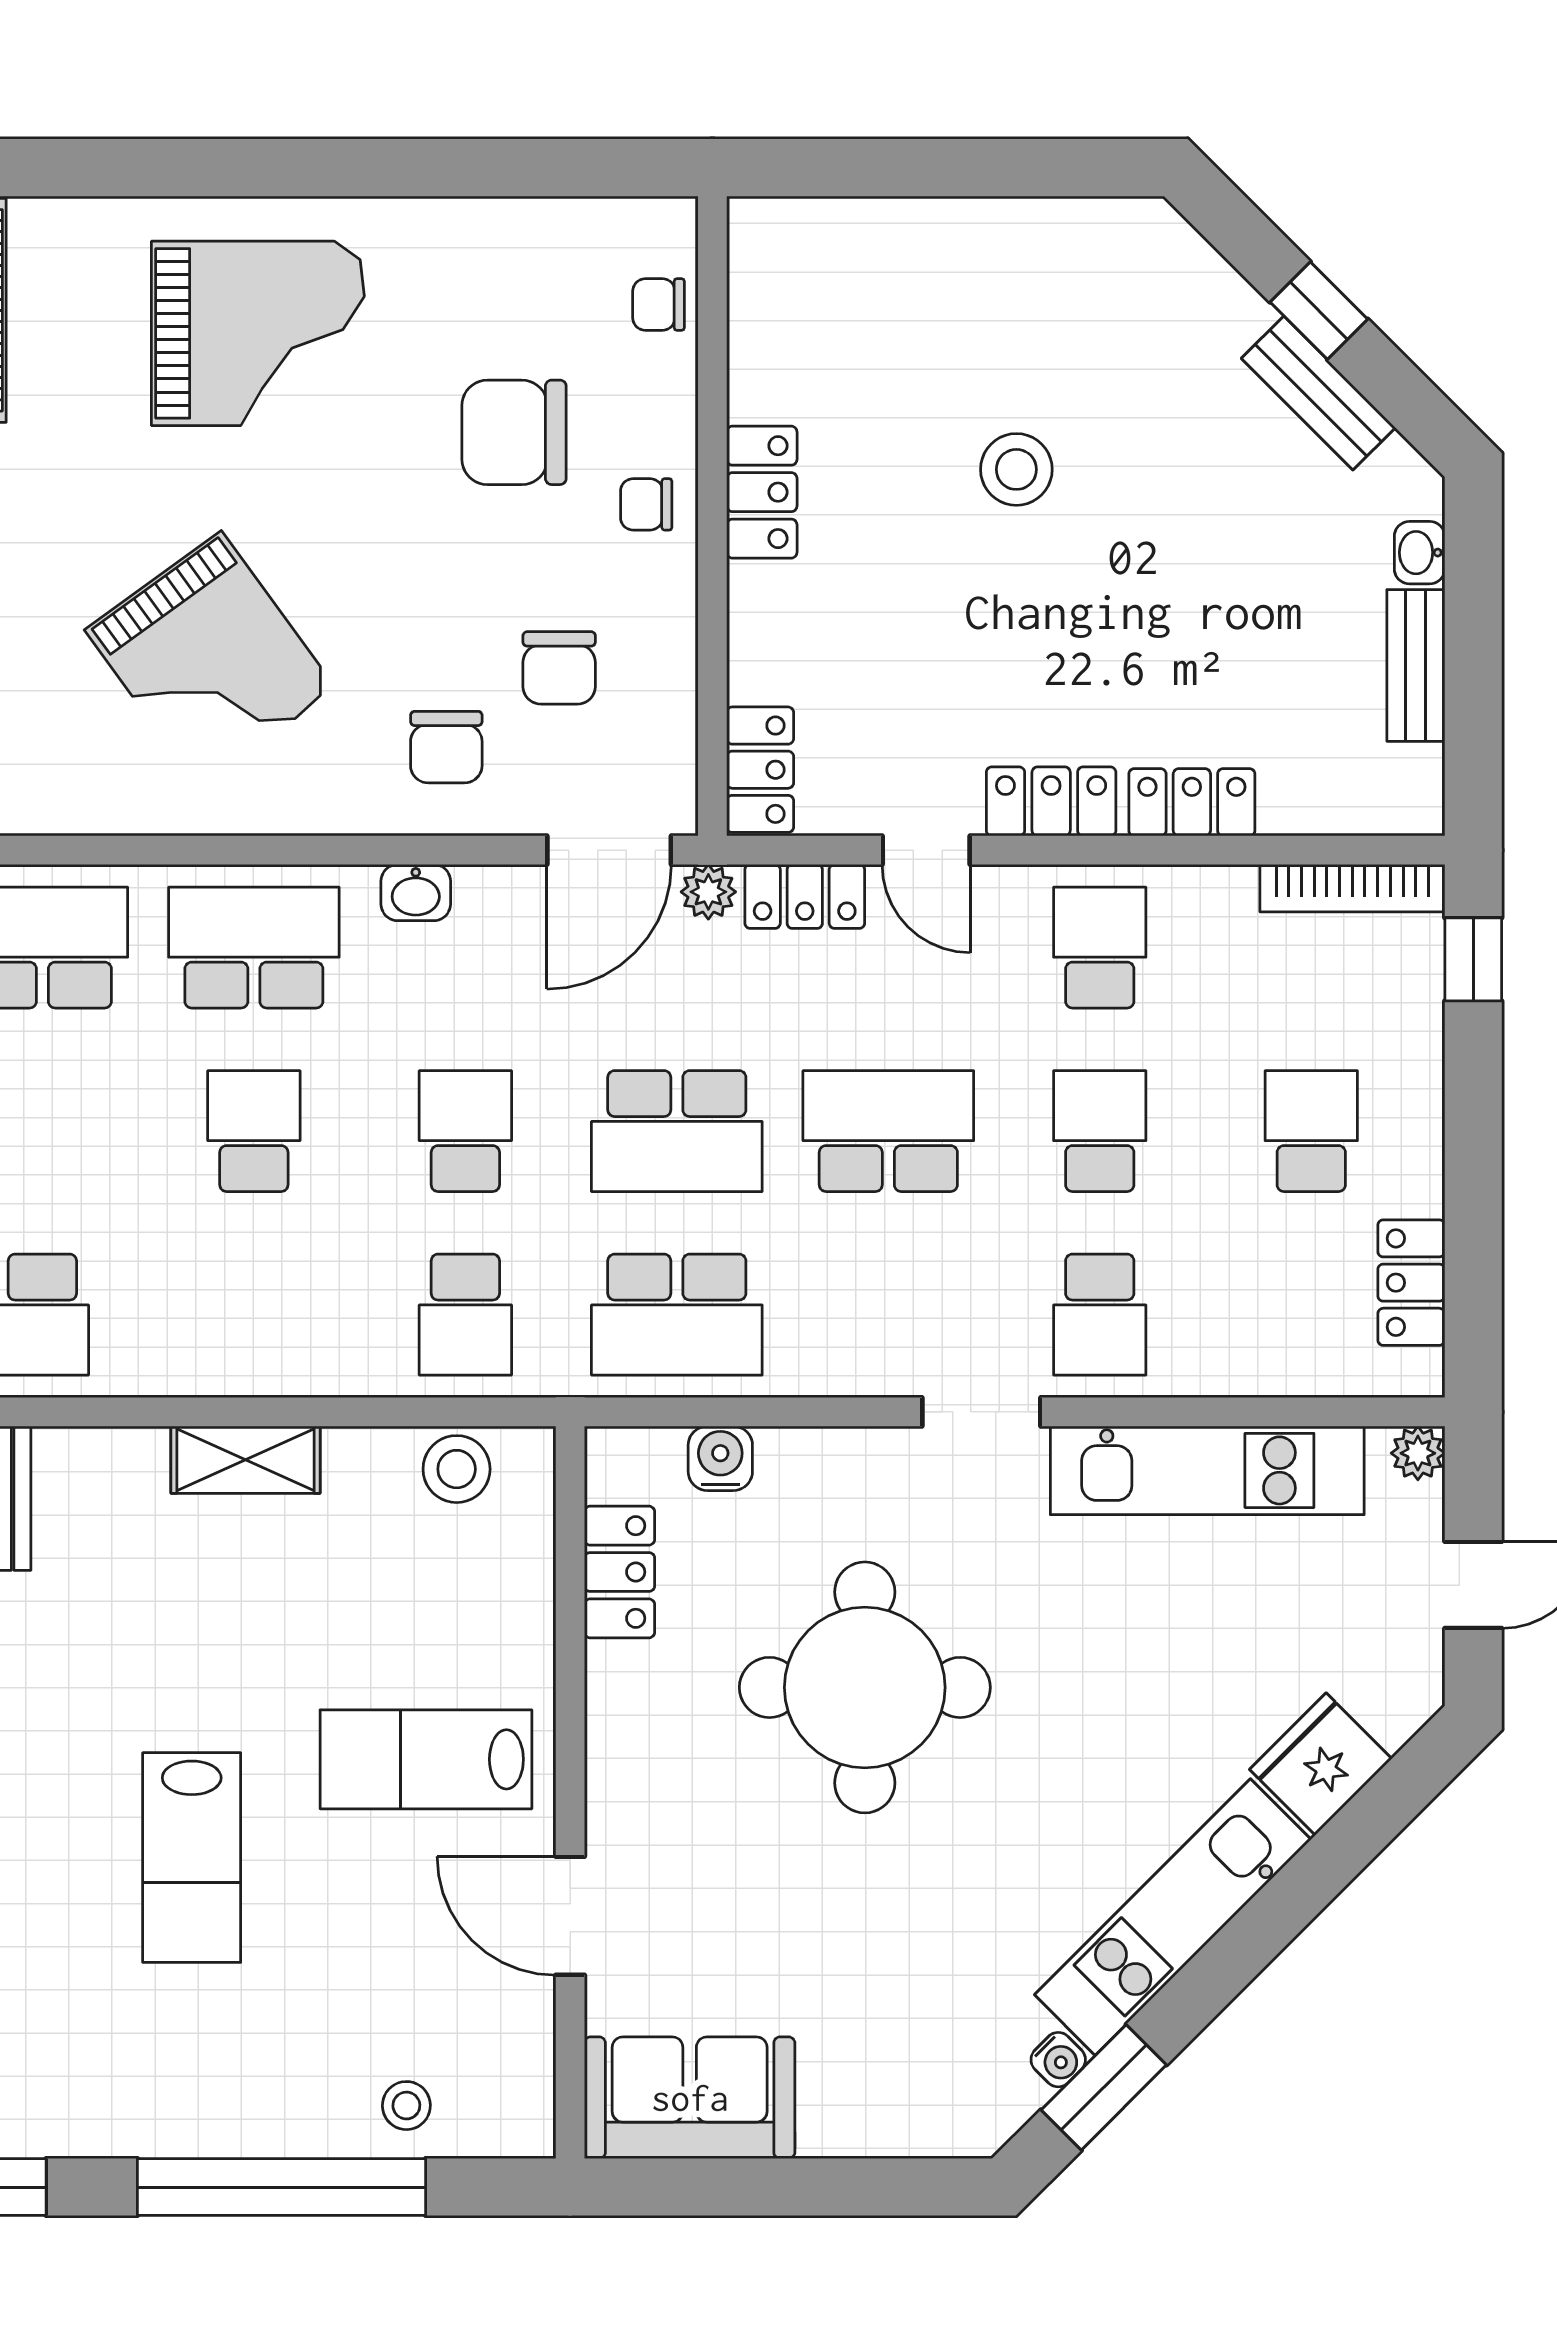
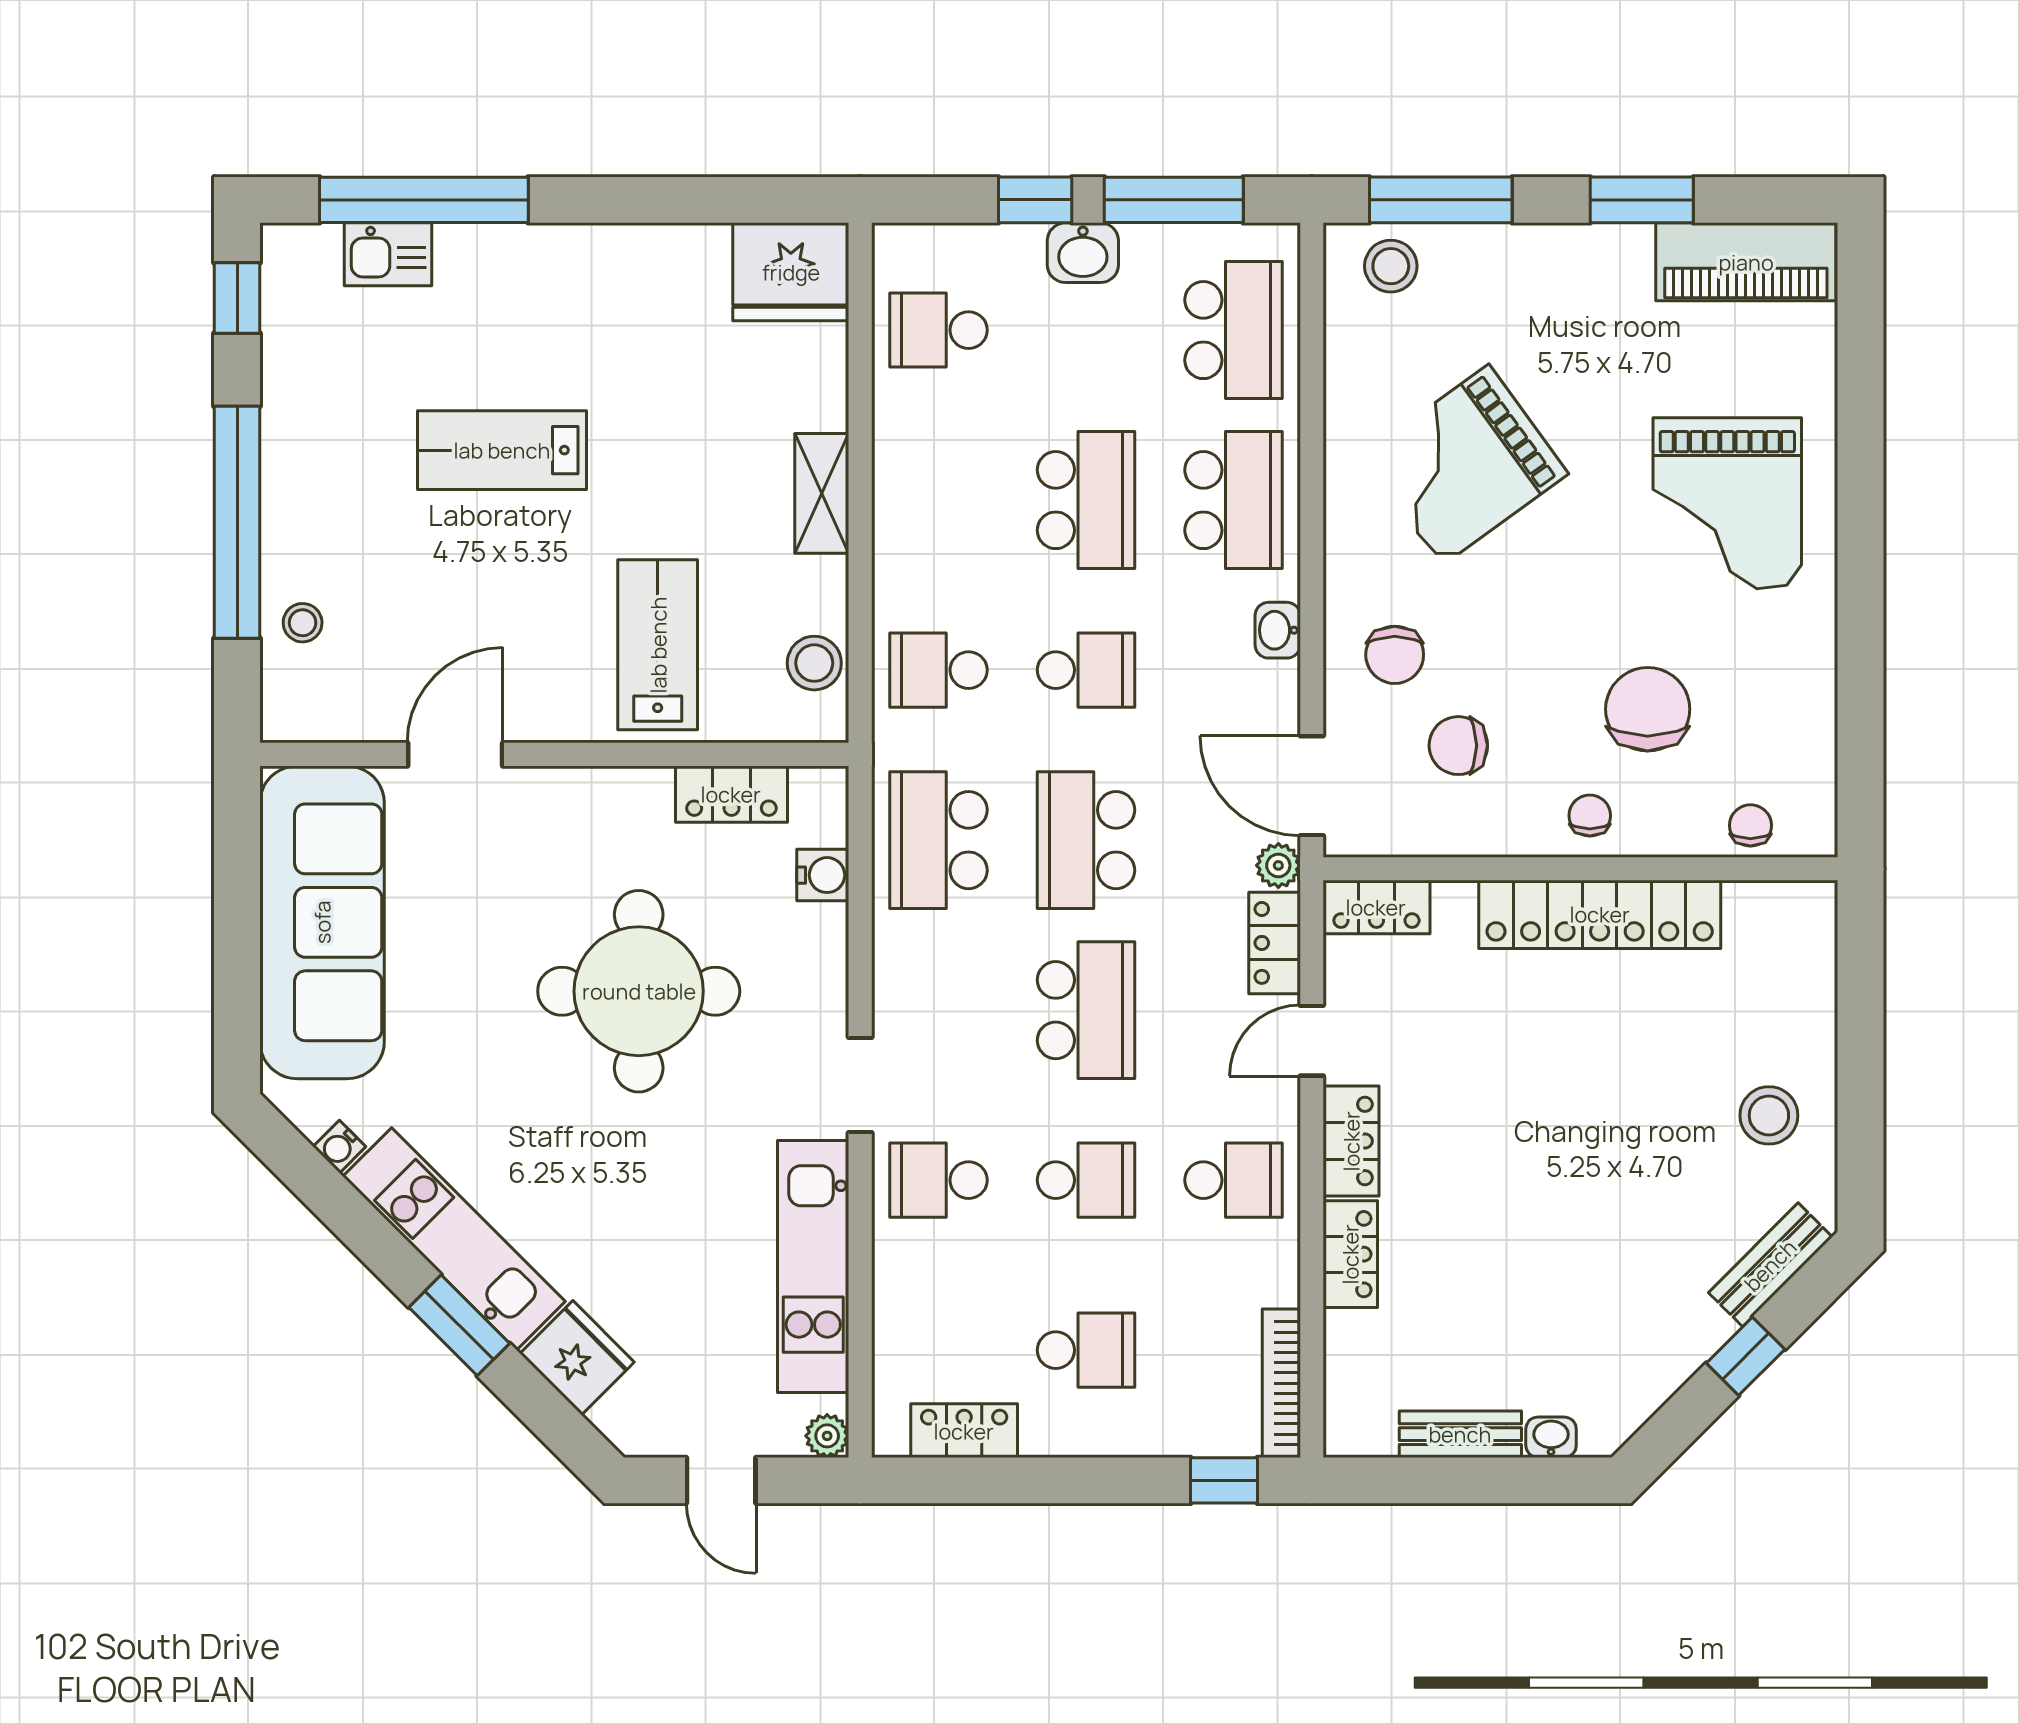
bench: (1318, 393) -> (1770, 1265), moved
stool: (1016, 469) -> (1769, 1115), moved
locker: (762, 492) -> (1600, 914), width x2.16, depth x1.21
chair: (446, 747) -> (1395, 655), turned -90
school desk: (254, 1131) -> (1086, 500), width x1.85
lab bench: (426, 1759) -> (658, 645), moved
window: (1104, 2087) -> (459, 1325), moved
sofa: (690, 2098) -> (322, 922), width x1.85, depth x1.27

